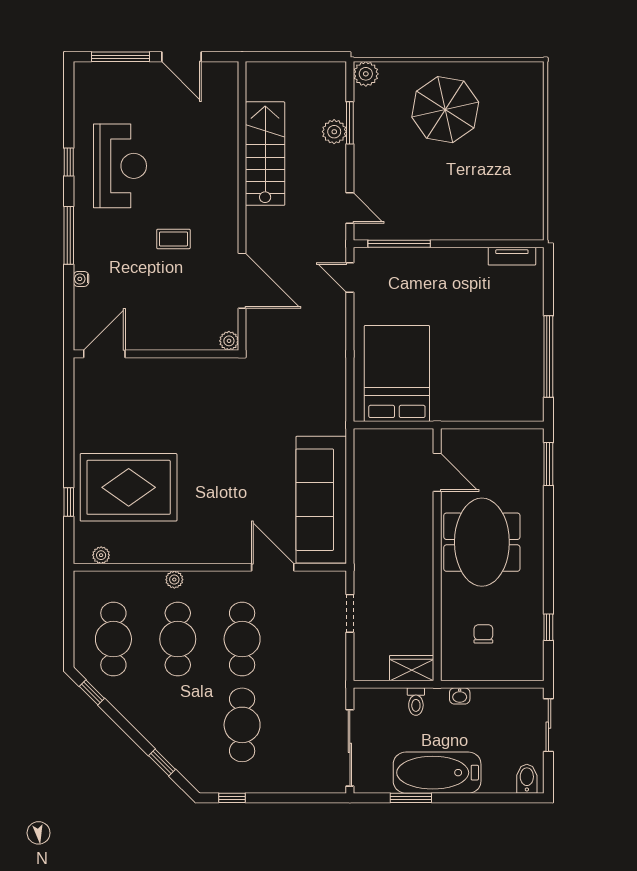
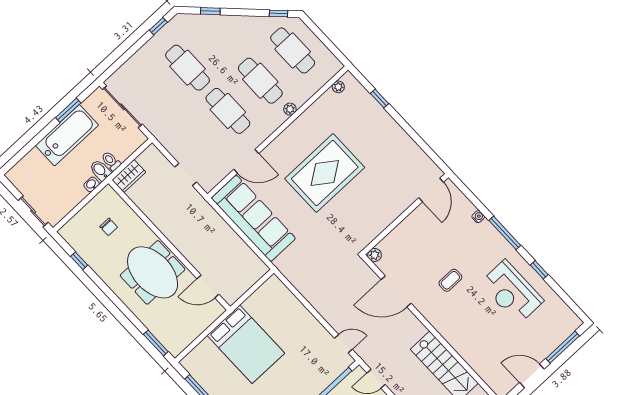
bed: (397, 373) -> (246, 344), moved
rug: (129, 487) -> (325, 173), moved
bidet: (527, 779) -> (100, 170), moved, turned 180

